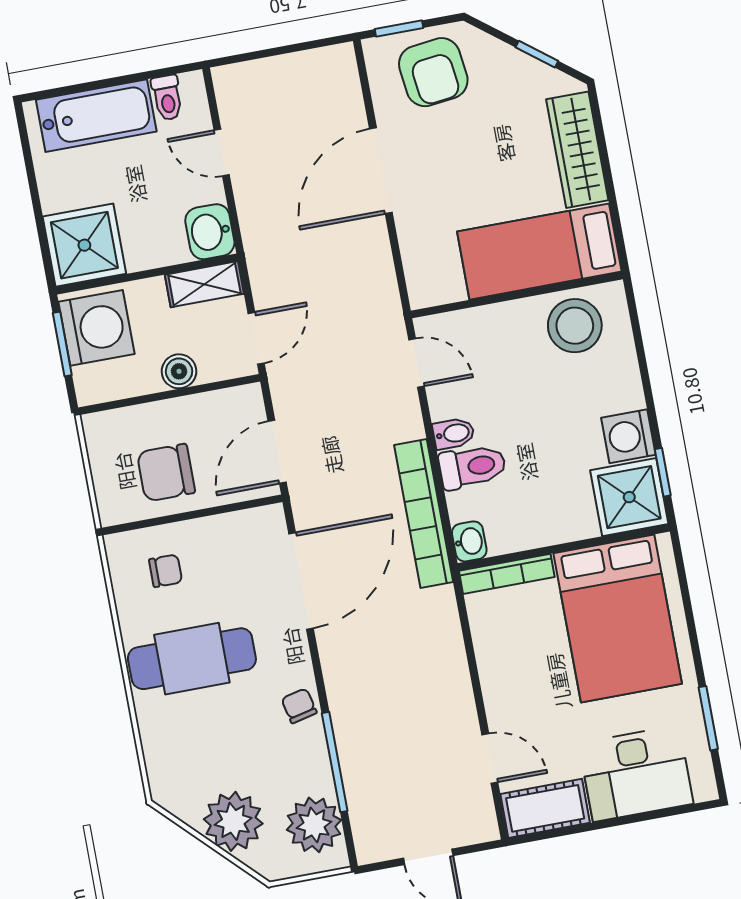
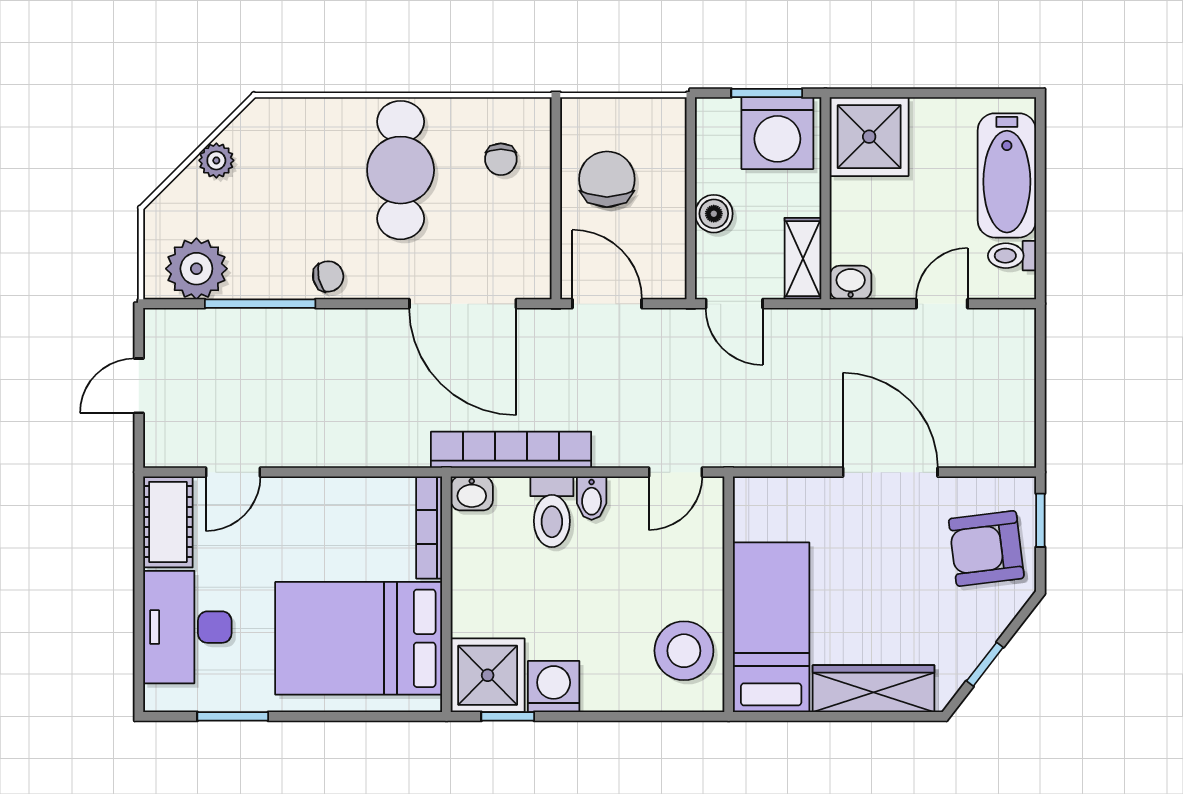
washbasin: (210, 232) -> (851, 283), width x0.72, depth x0.69
plant: (233, 821) -> (216, 160), width x0.53, depth x0.53

